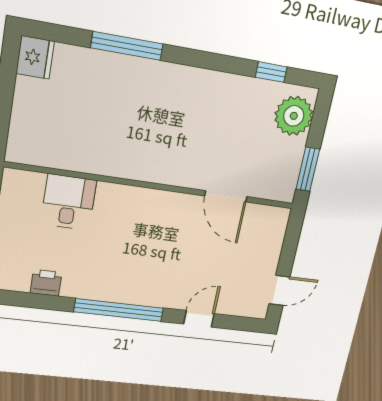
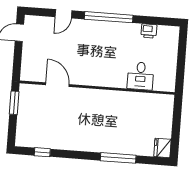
plant: (294, 116) -> (27, 131), removed

